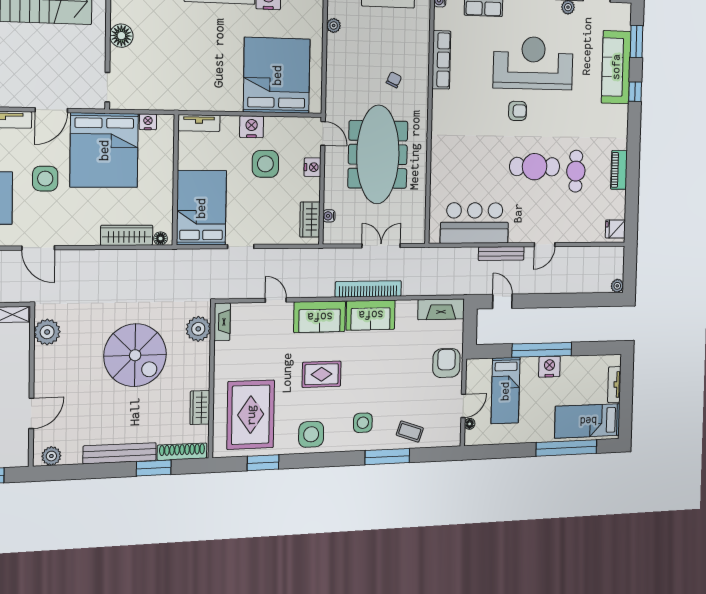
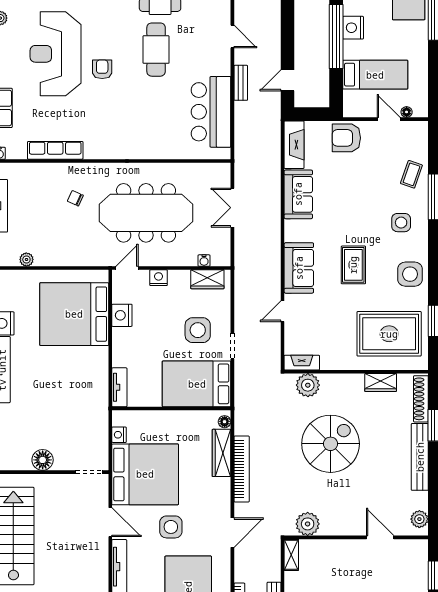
nightstand: (252, 127) -> (122, 315), moved
side table: (265, 164) -> (198, 330), moved
bench: (501, 254) -> (241, 83), width x0.73
bookcase: (368, 289) -> (242, 469), moved, turned 180
sofa: (371, 315) -> (298, 194), moved

